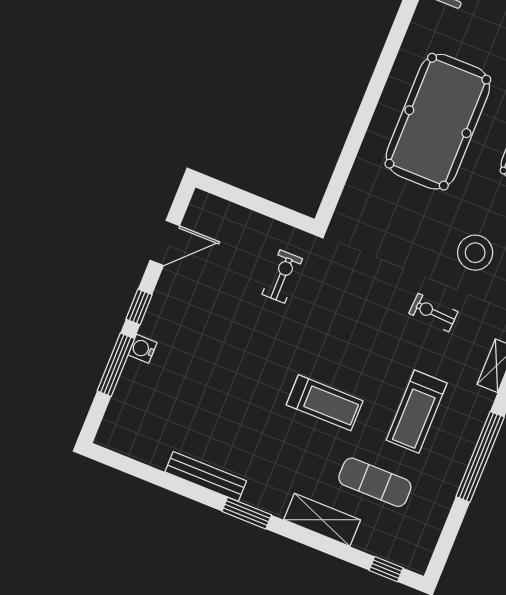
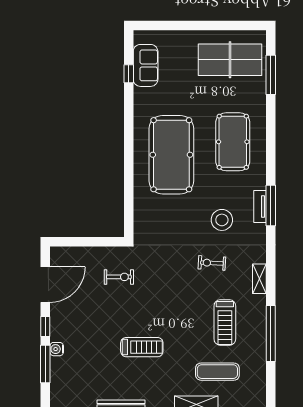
door: (165, 243) -> (45, 285), width x1.36
exercise bike: (282, 277) -> (119, 277), turned 90
treadmill: (325, 403) -> (142, 347), moved

